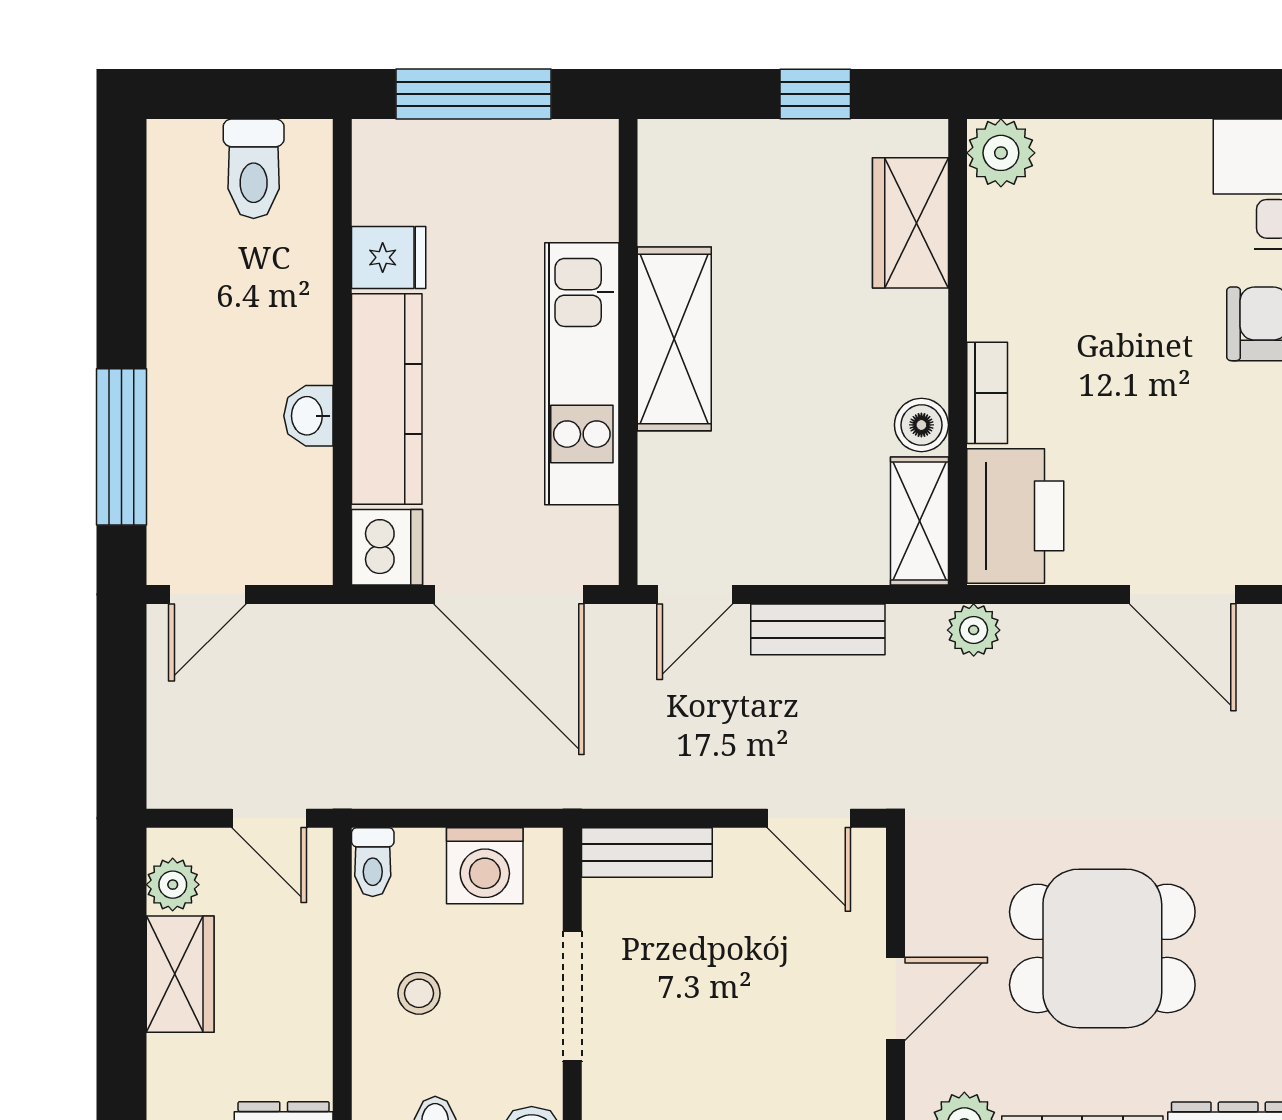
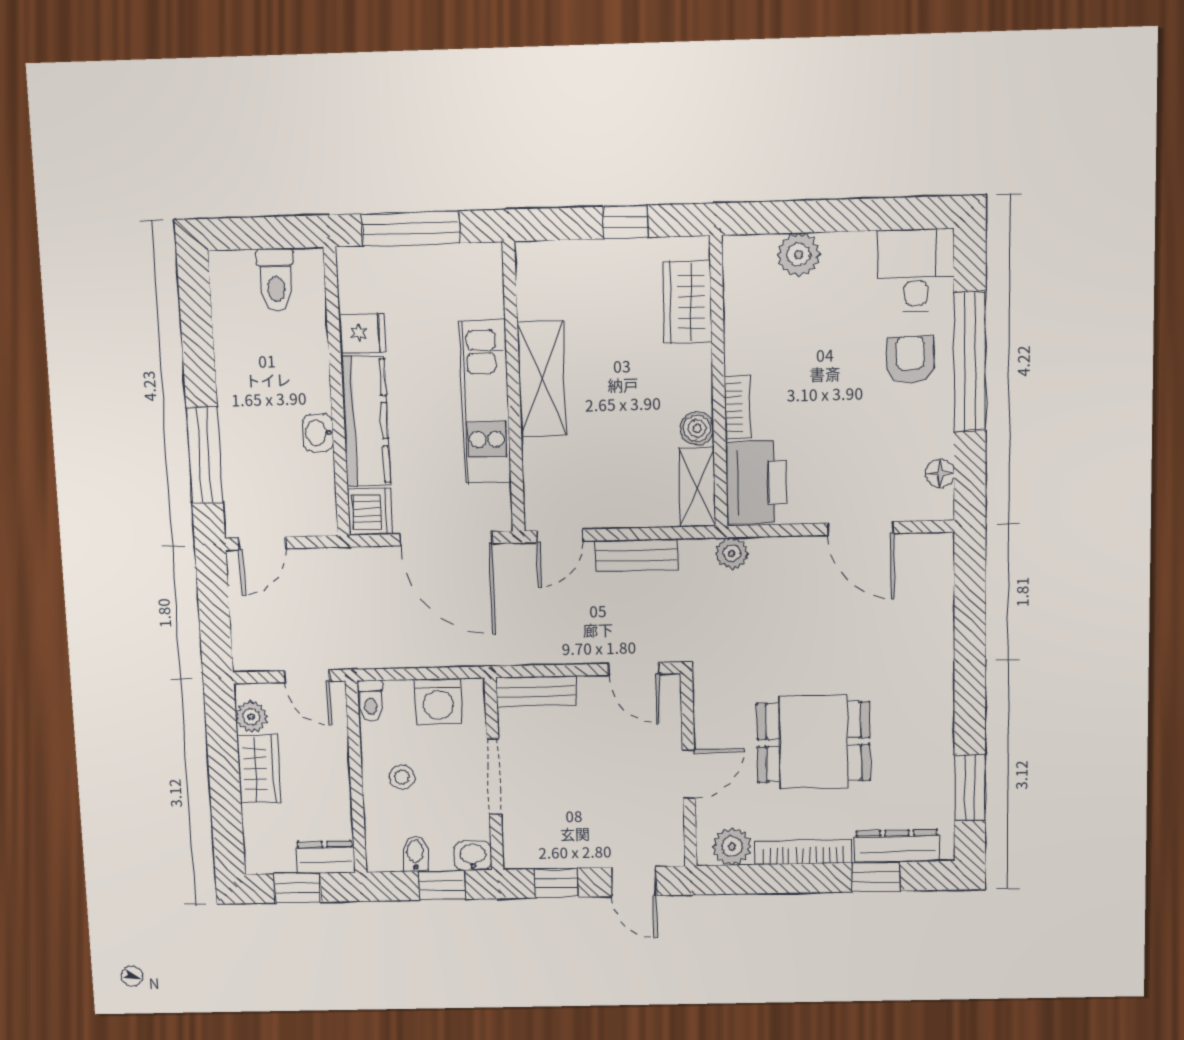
plant: (1001, 153) -> (799, 254), moved

